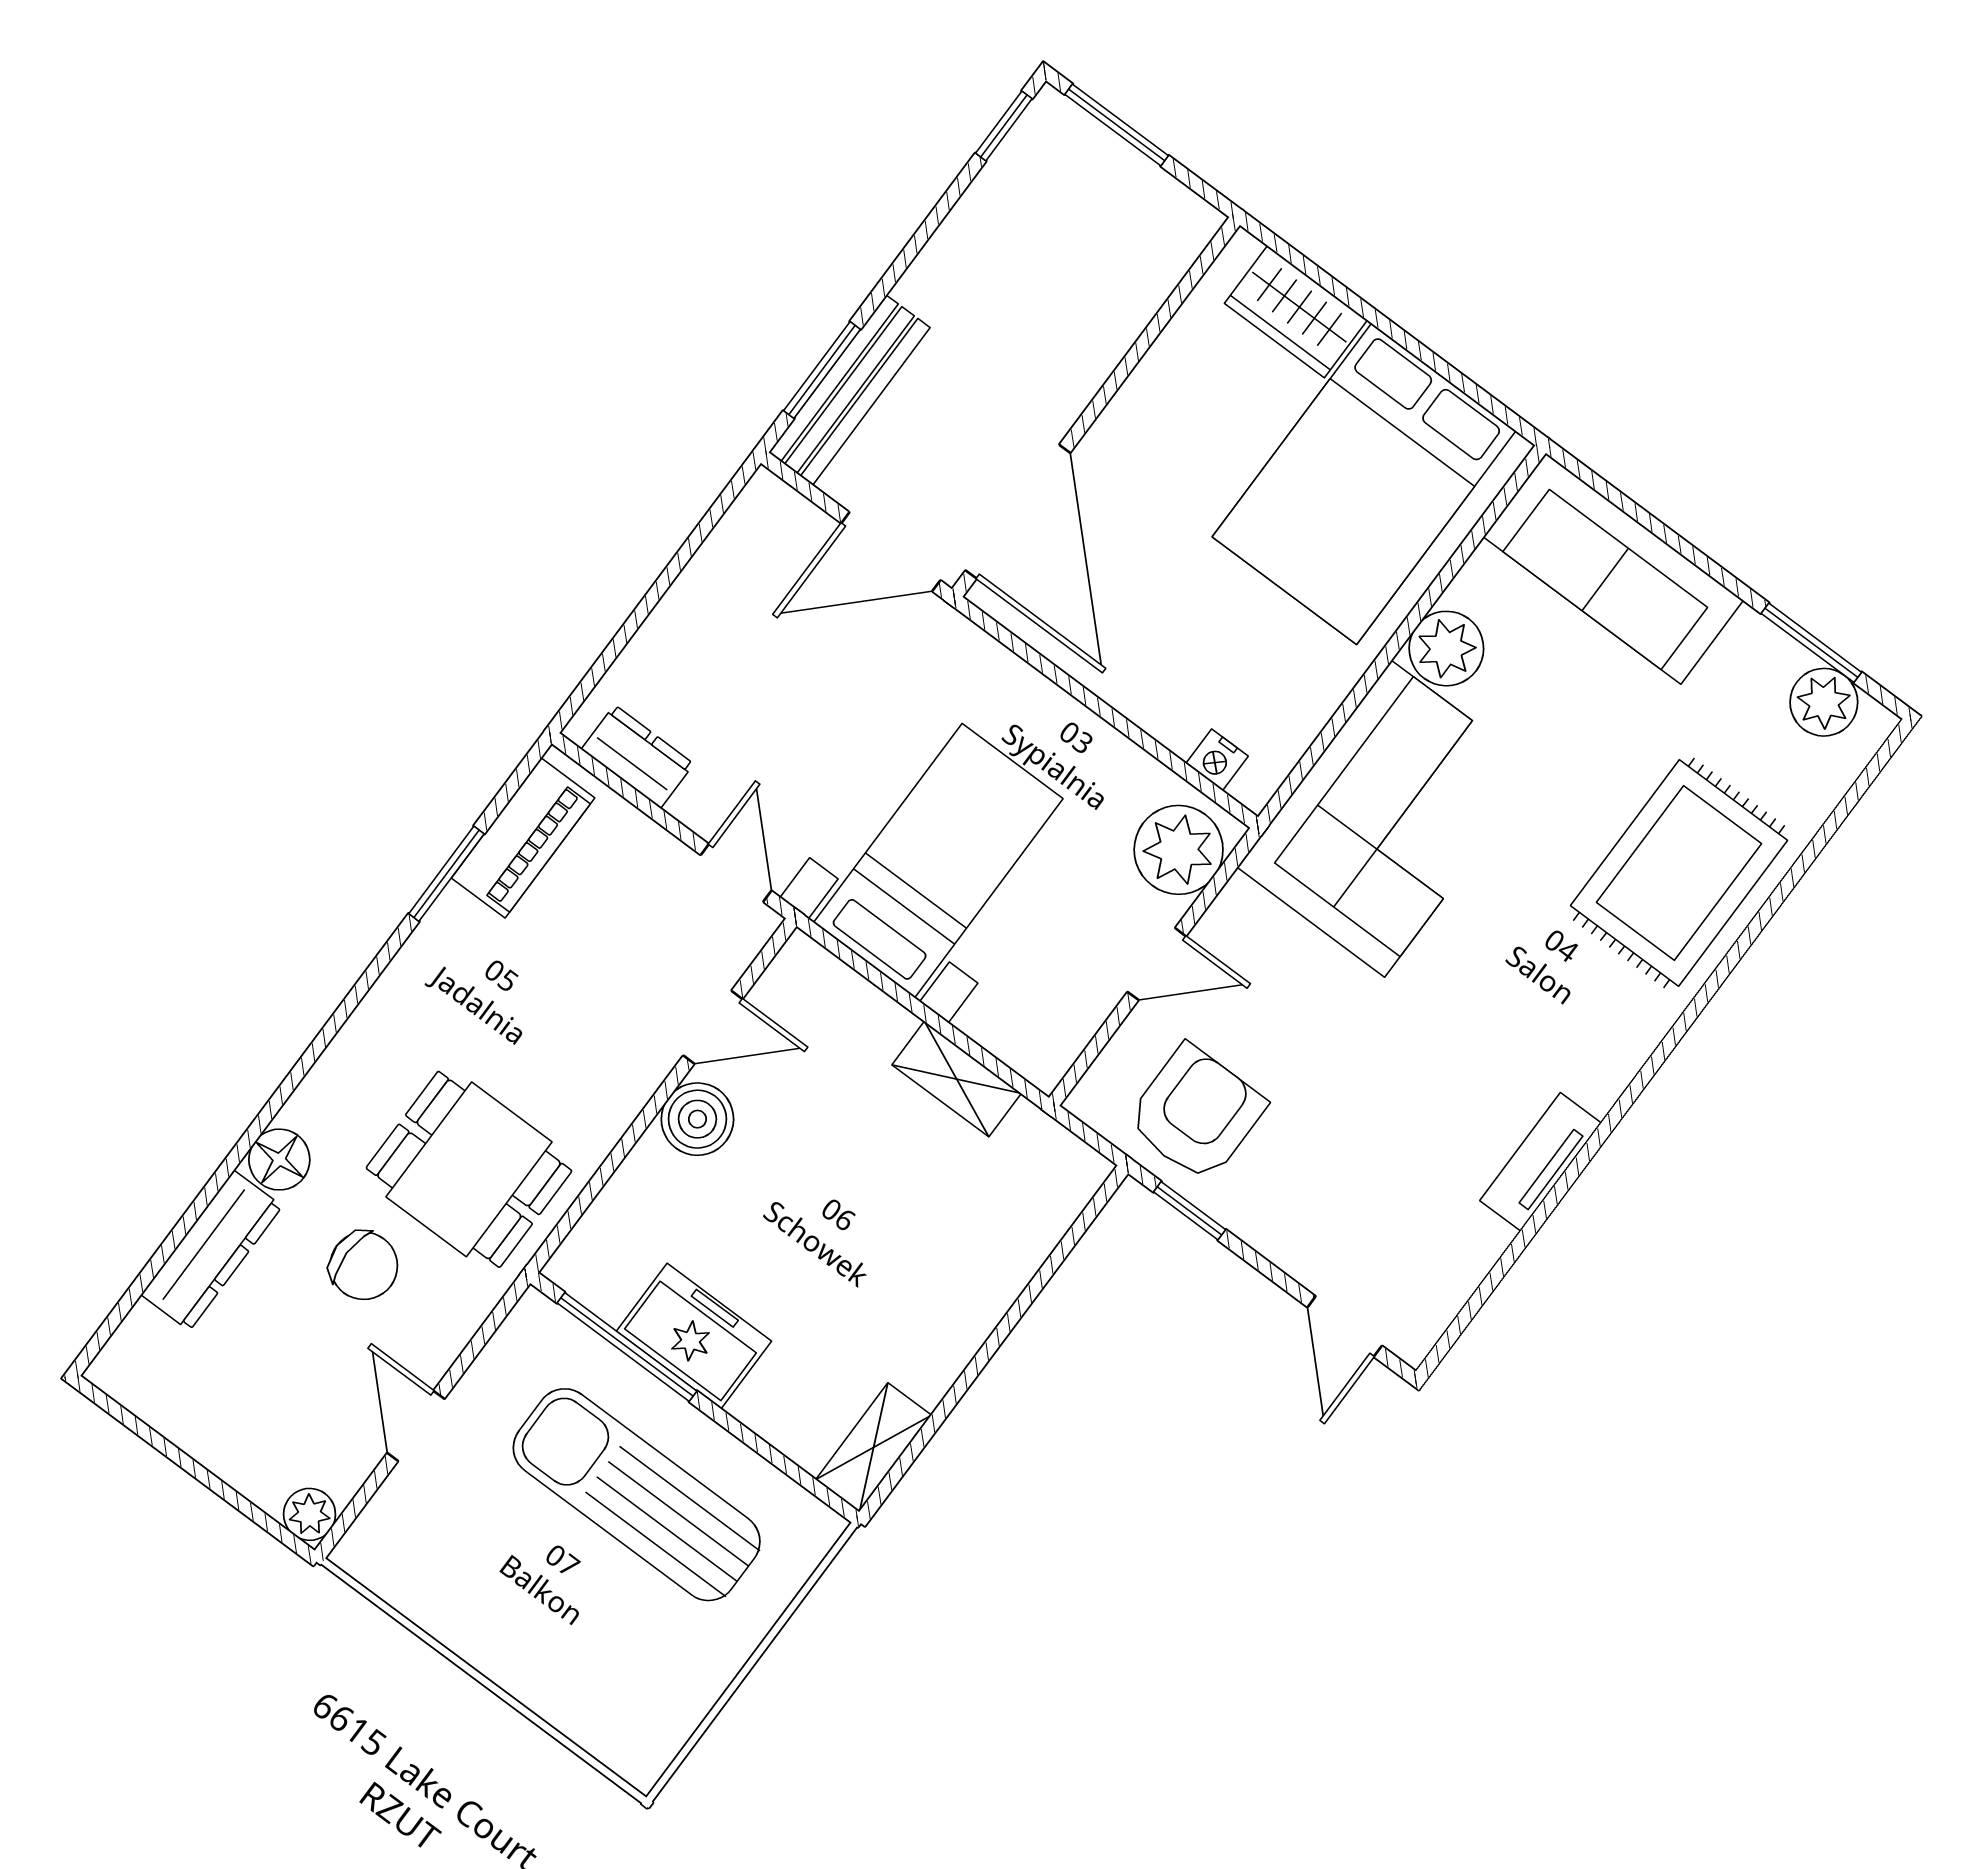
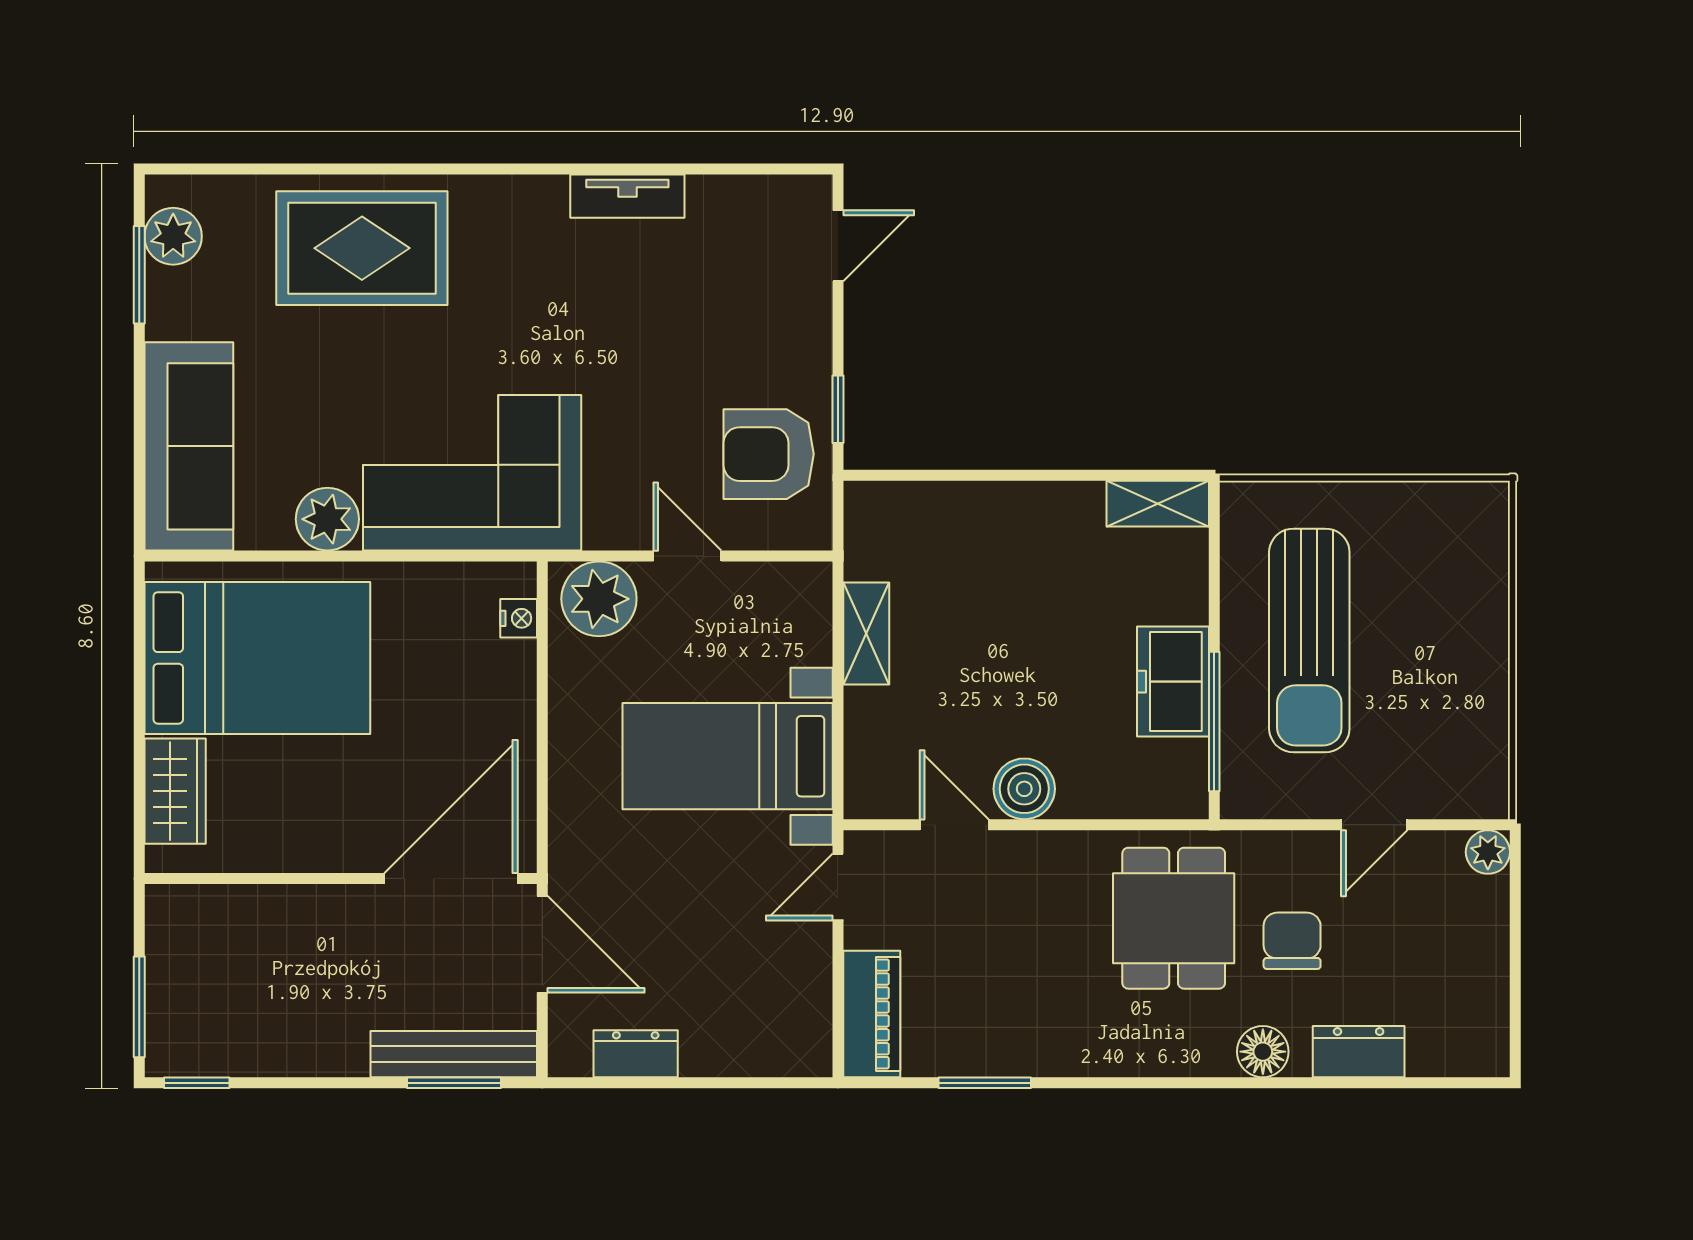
dresser: (638, 757) -> (636, 1054), moved, turned 90
piano: (523, 838) -> (872, 1014), moved, turned 90
dresser: (212, 1251) -> (1359, 1052), width x0.70

